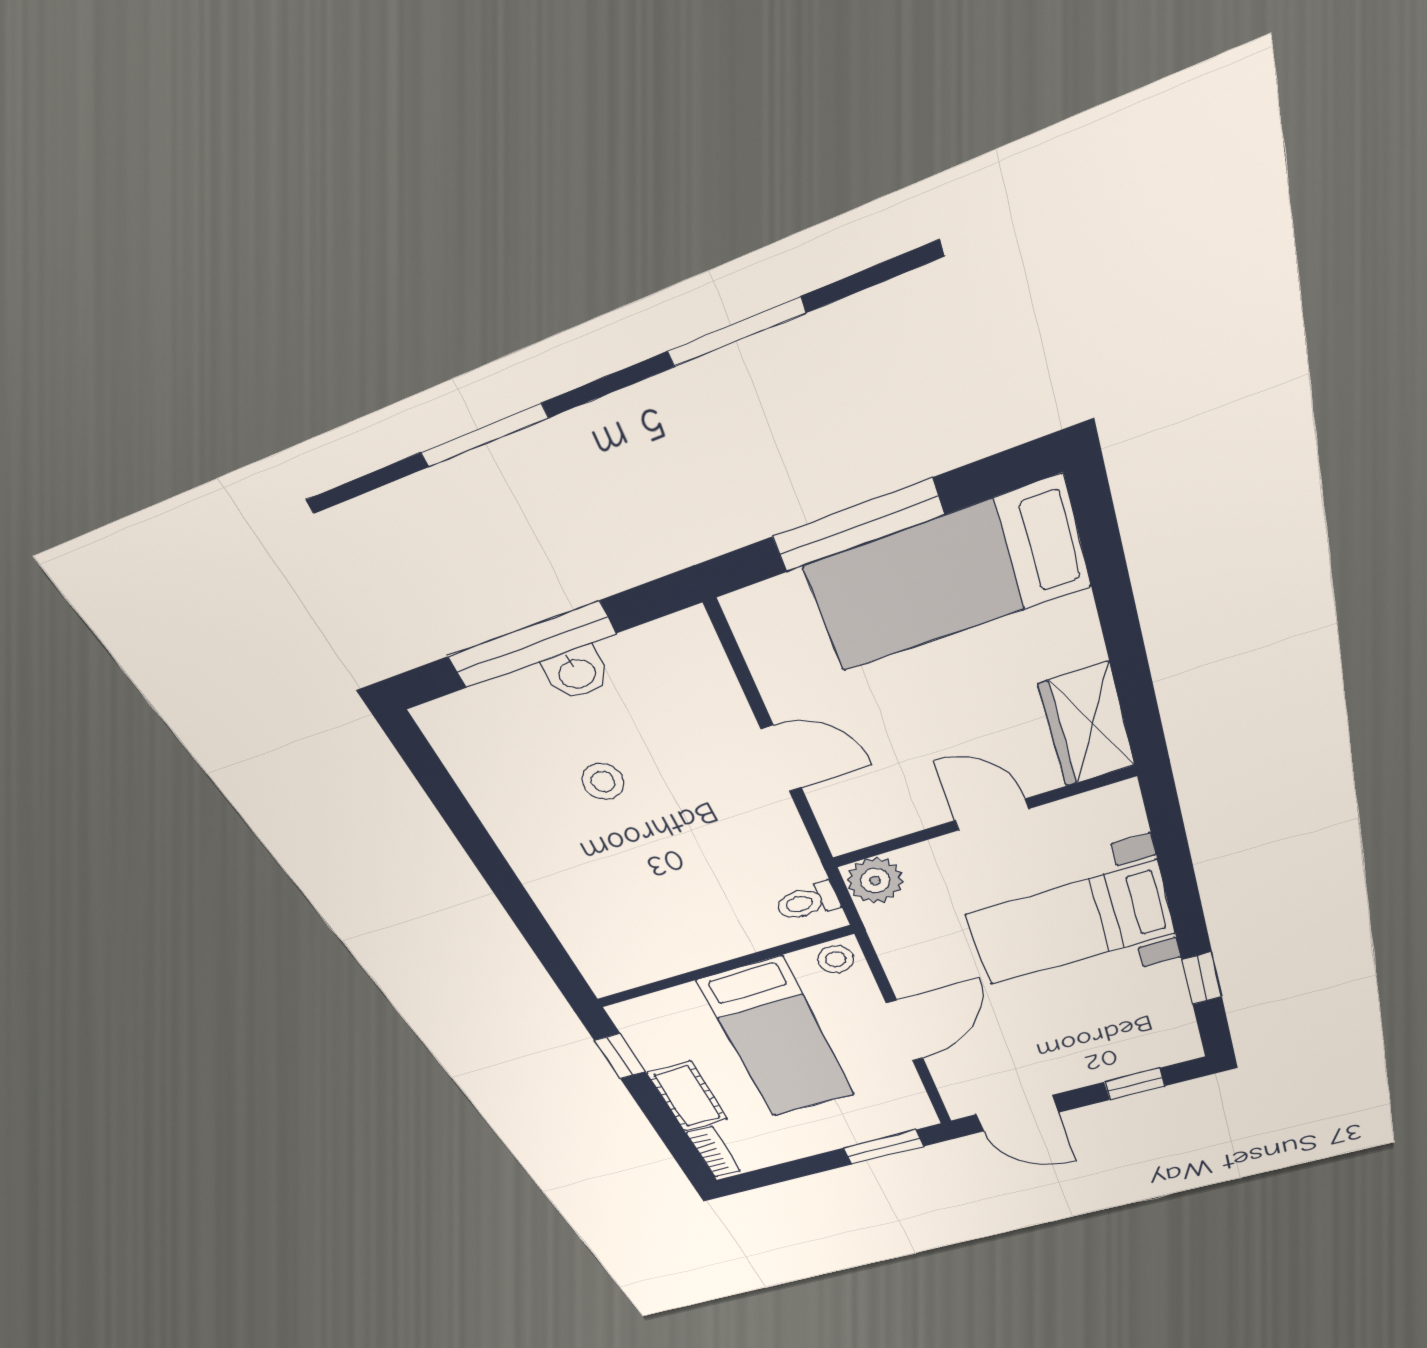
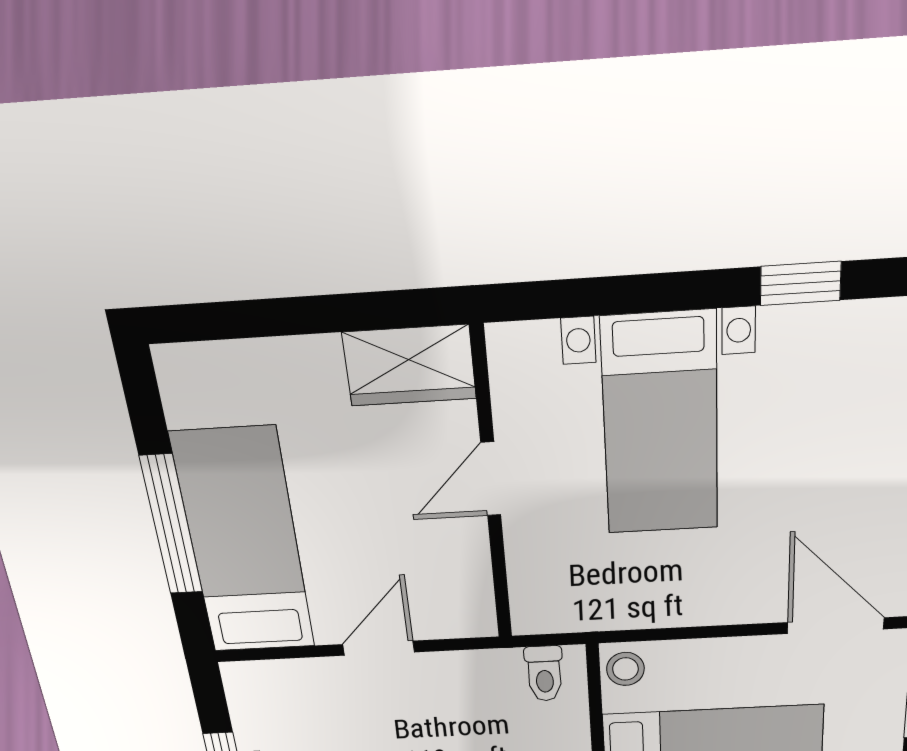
bed: (948, 576) -> (244, 543), moved, turned 180
plant: (875, 881) -> (538, 607), removed
door: (905, 1031) -> (836, 626), moved

